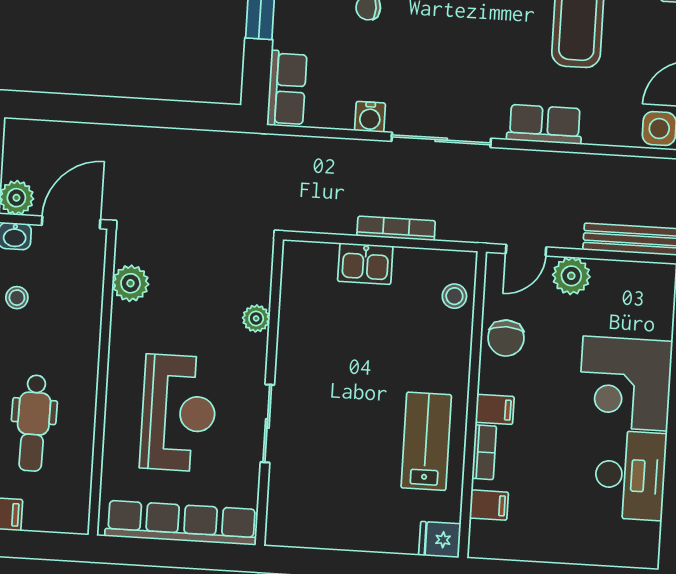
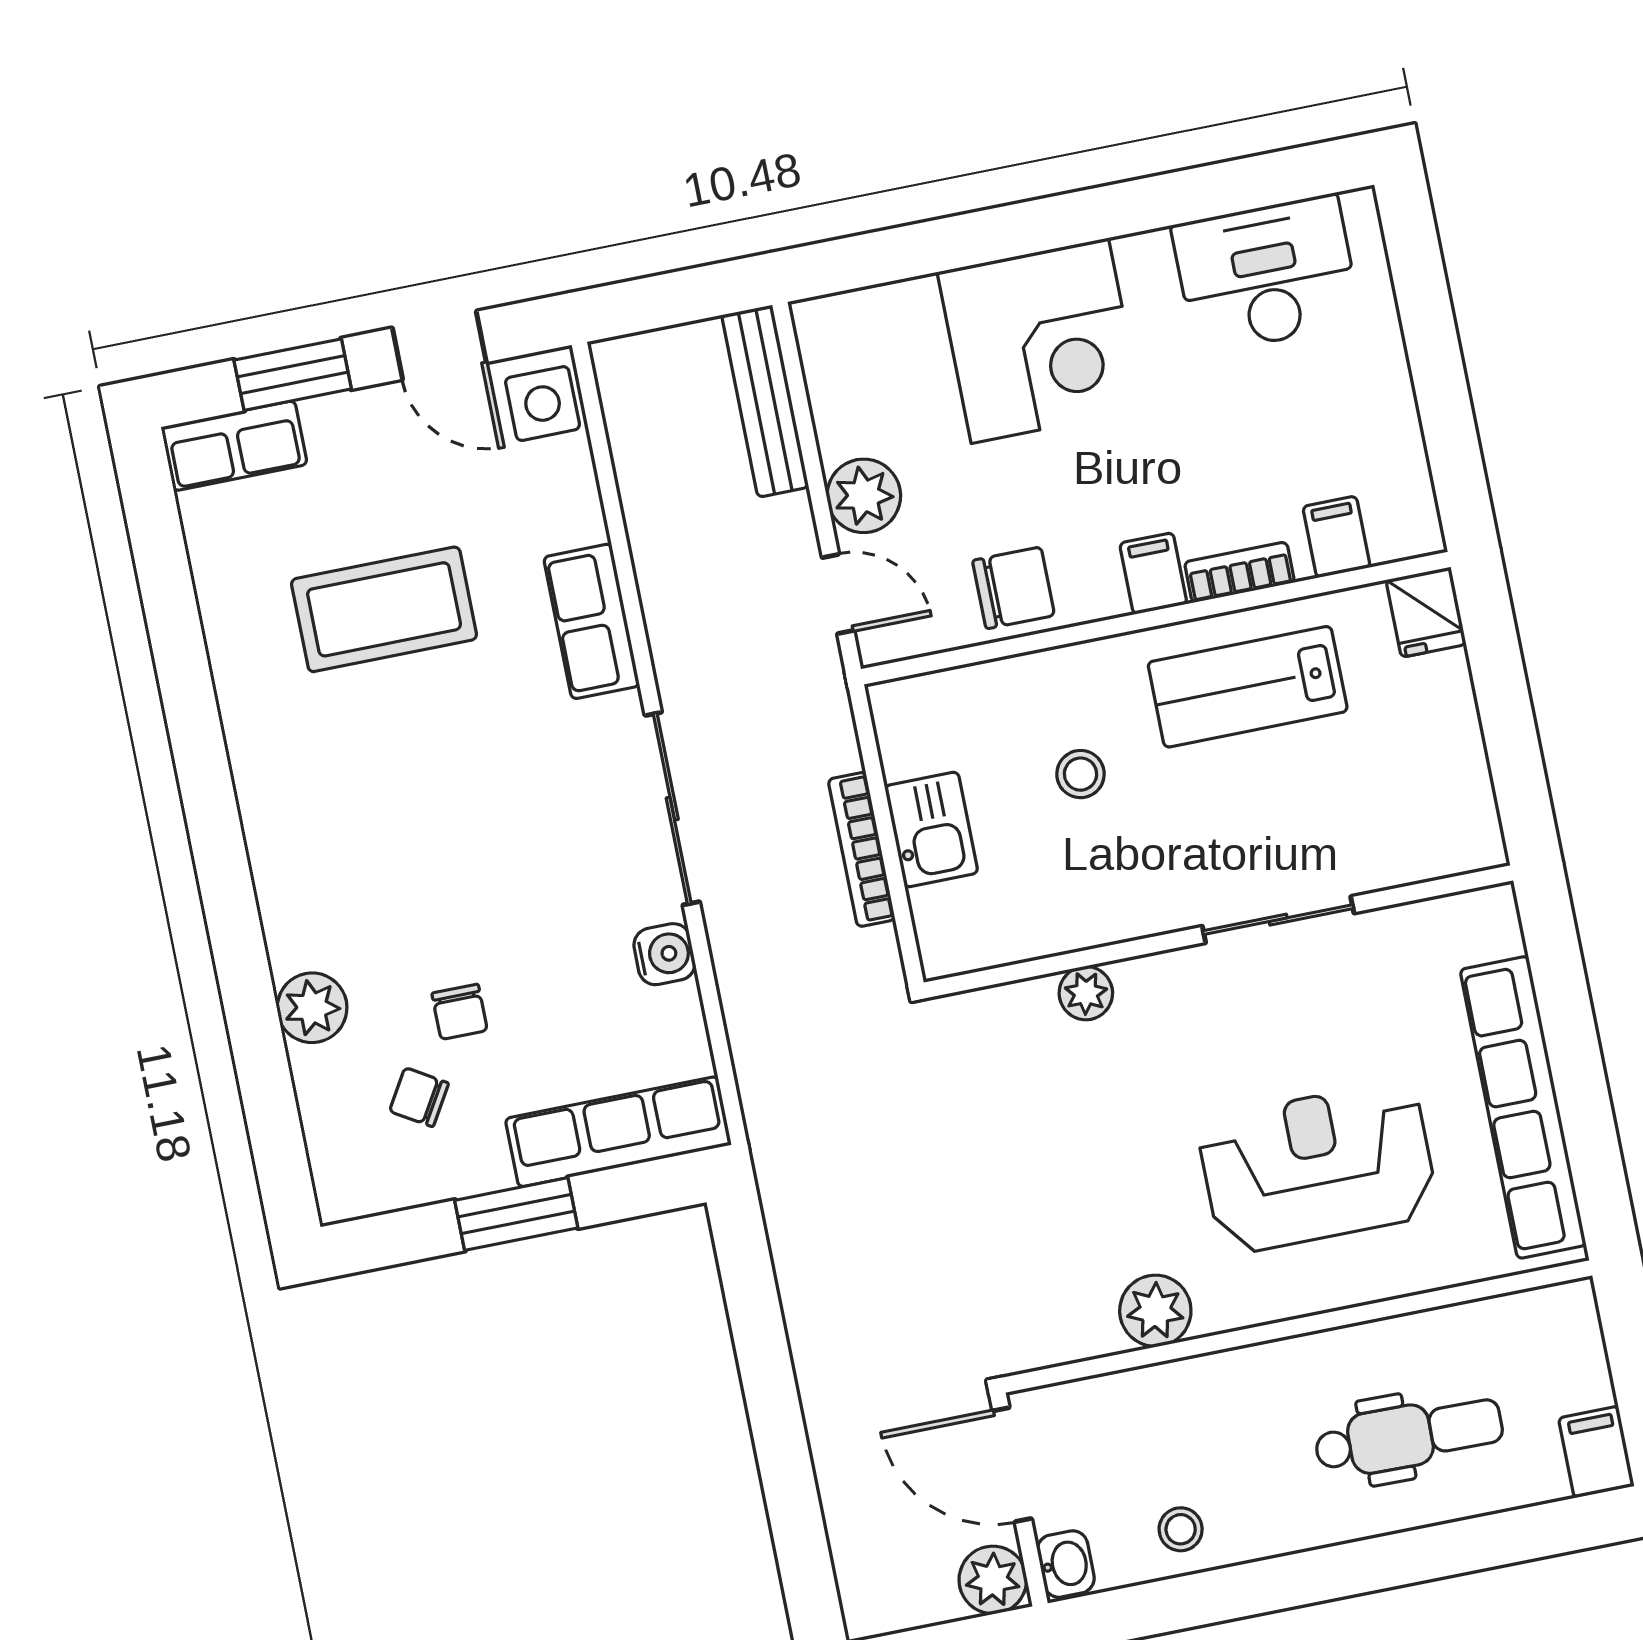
row of seats: (287, 89) -> (618, 1132), width x1.48
kitchen sink: (365, 264) -> (931, 829), moved
plant: (131, 283) -> (1155, 1311), moved
stool: (454, 296) -> (1080, 774), moved
plant: (256, 318) -> (1086, 993), moved
wall: (269, 392) -> (1218, 932), moved
sliding door: (267, 423) -> (1278, 920), moved
desk: (630, 475) -> (1266, 274), moved

